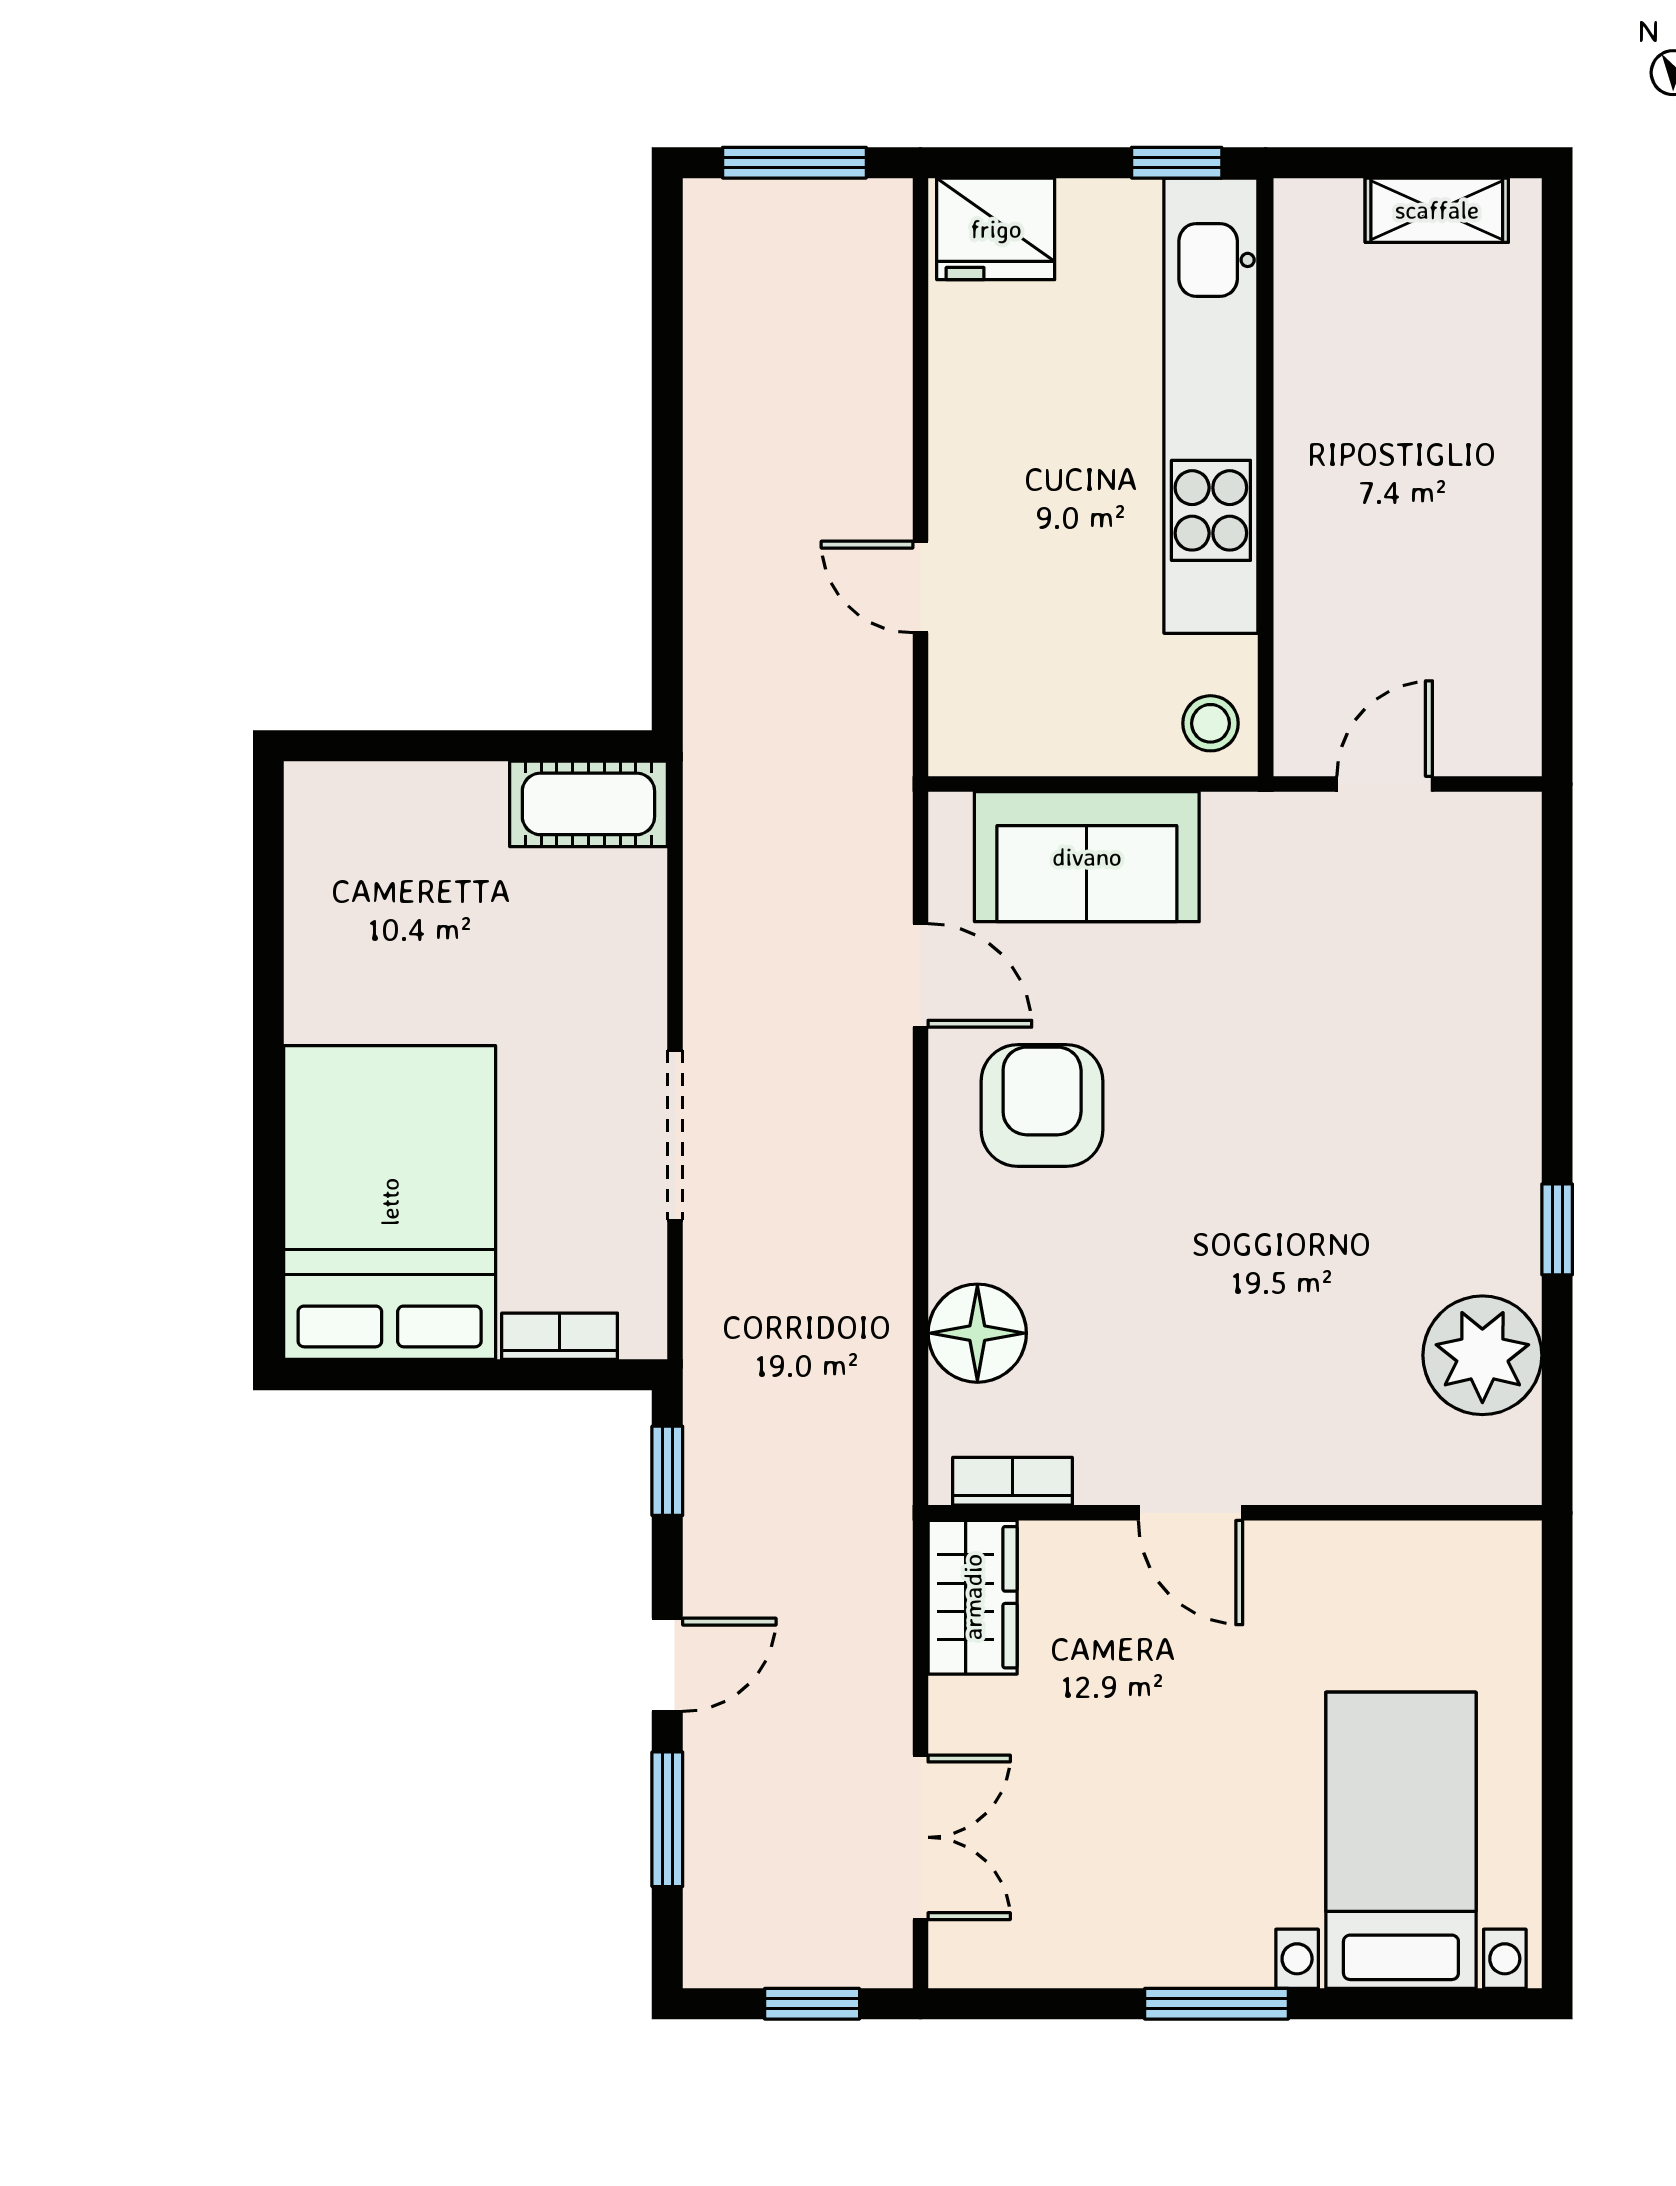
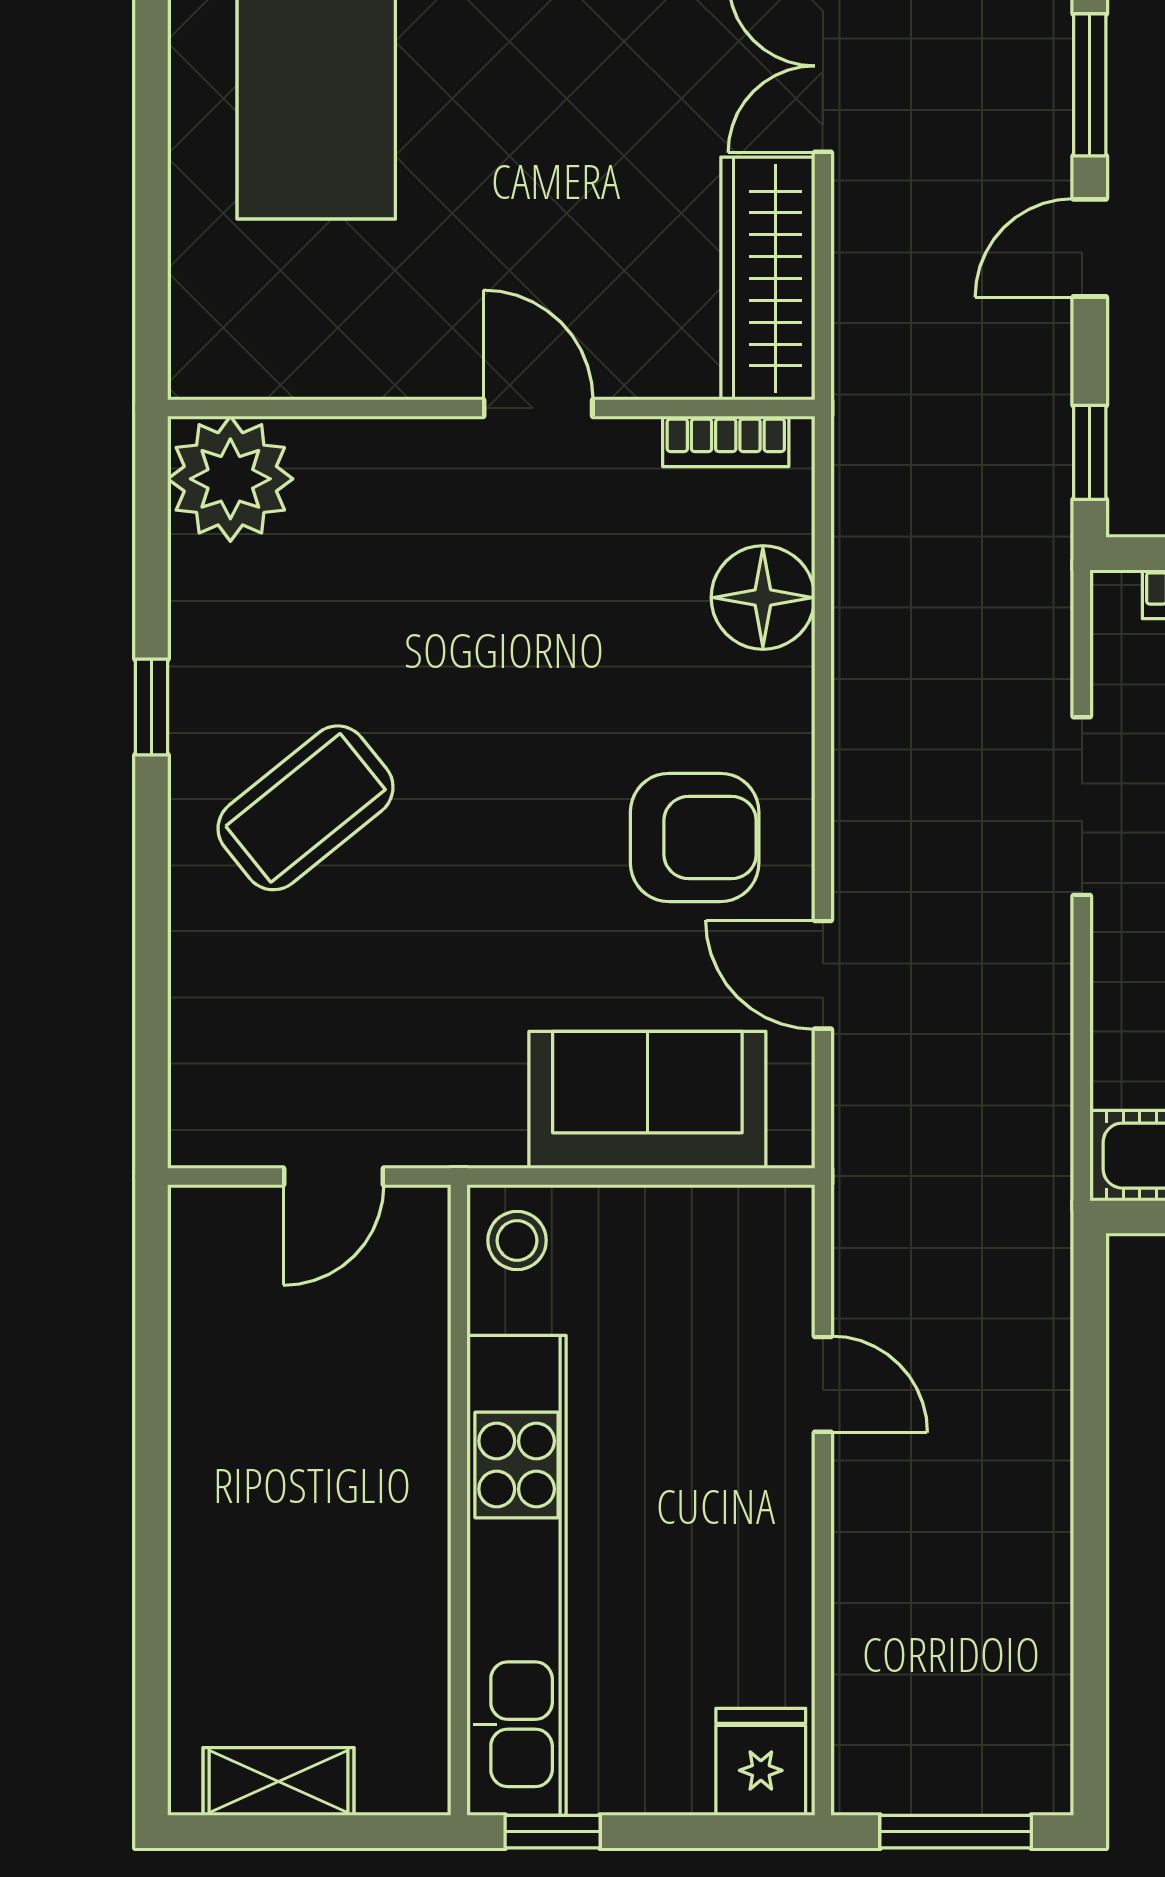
fridge: (996, 229) -> (761, 1762), width x0.72
armchair: (1042, 1106) -> (695, 837), turned -90
coffee table: (1411, 1134) -> (306, 808), added
plant: (1482, 1355) -> (230, 479), moved
wardrobe: (973, 1597) -> (768, 279), width x1.50

